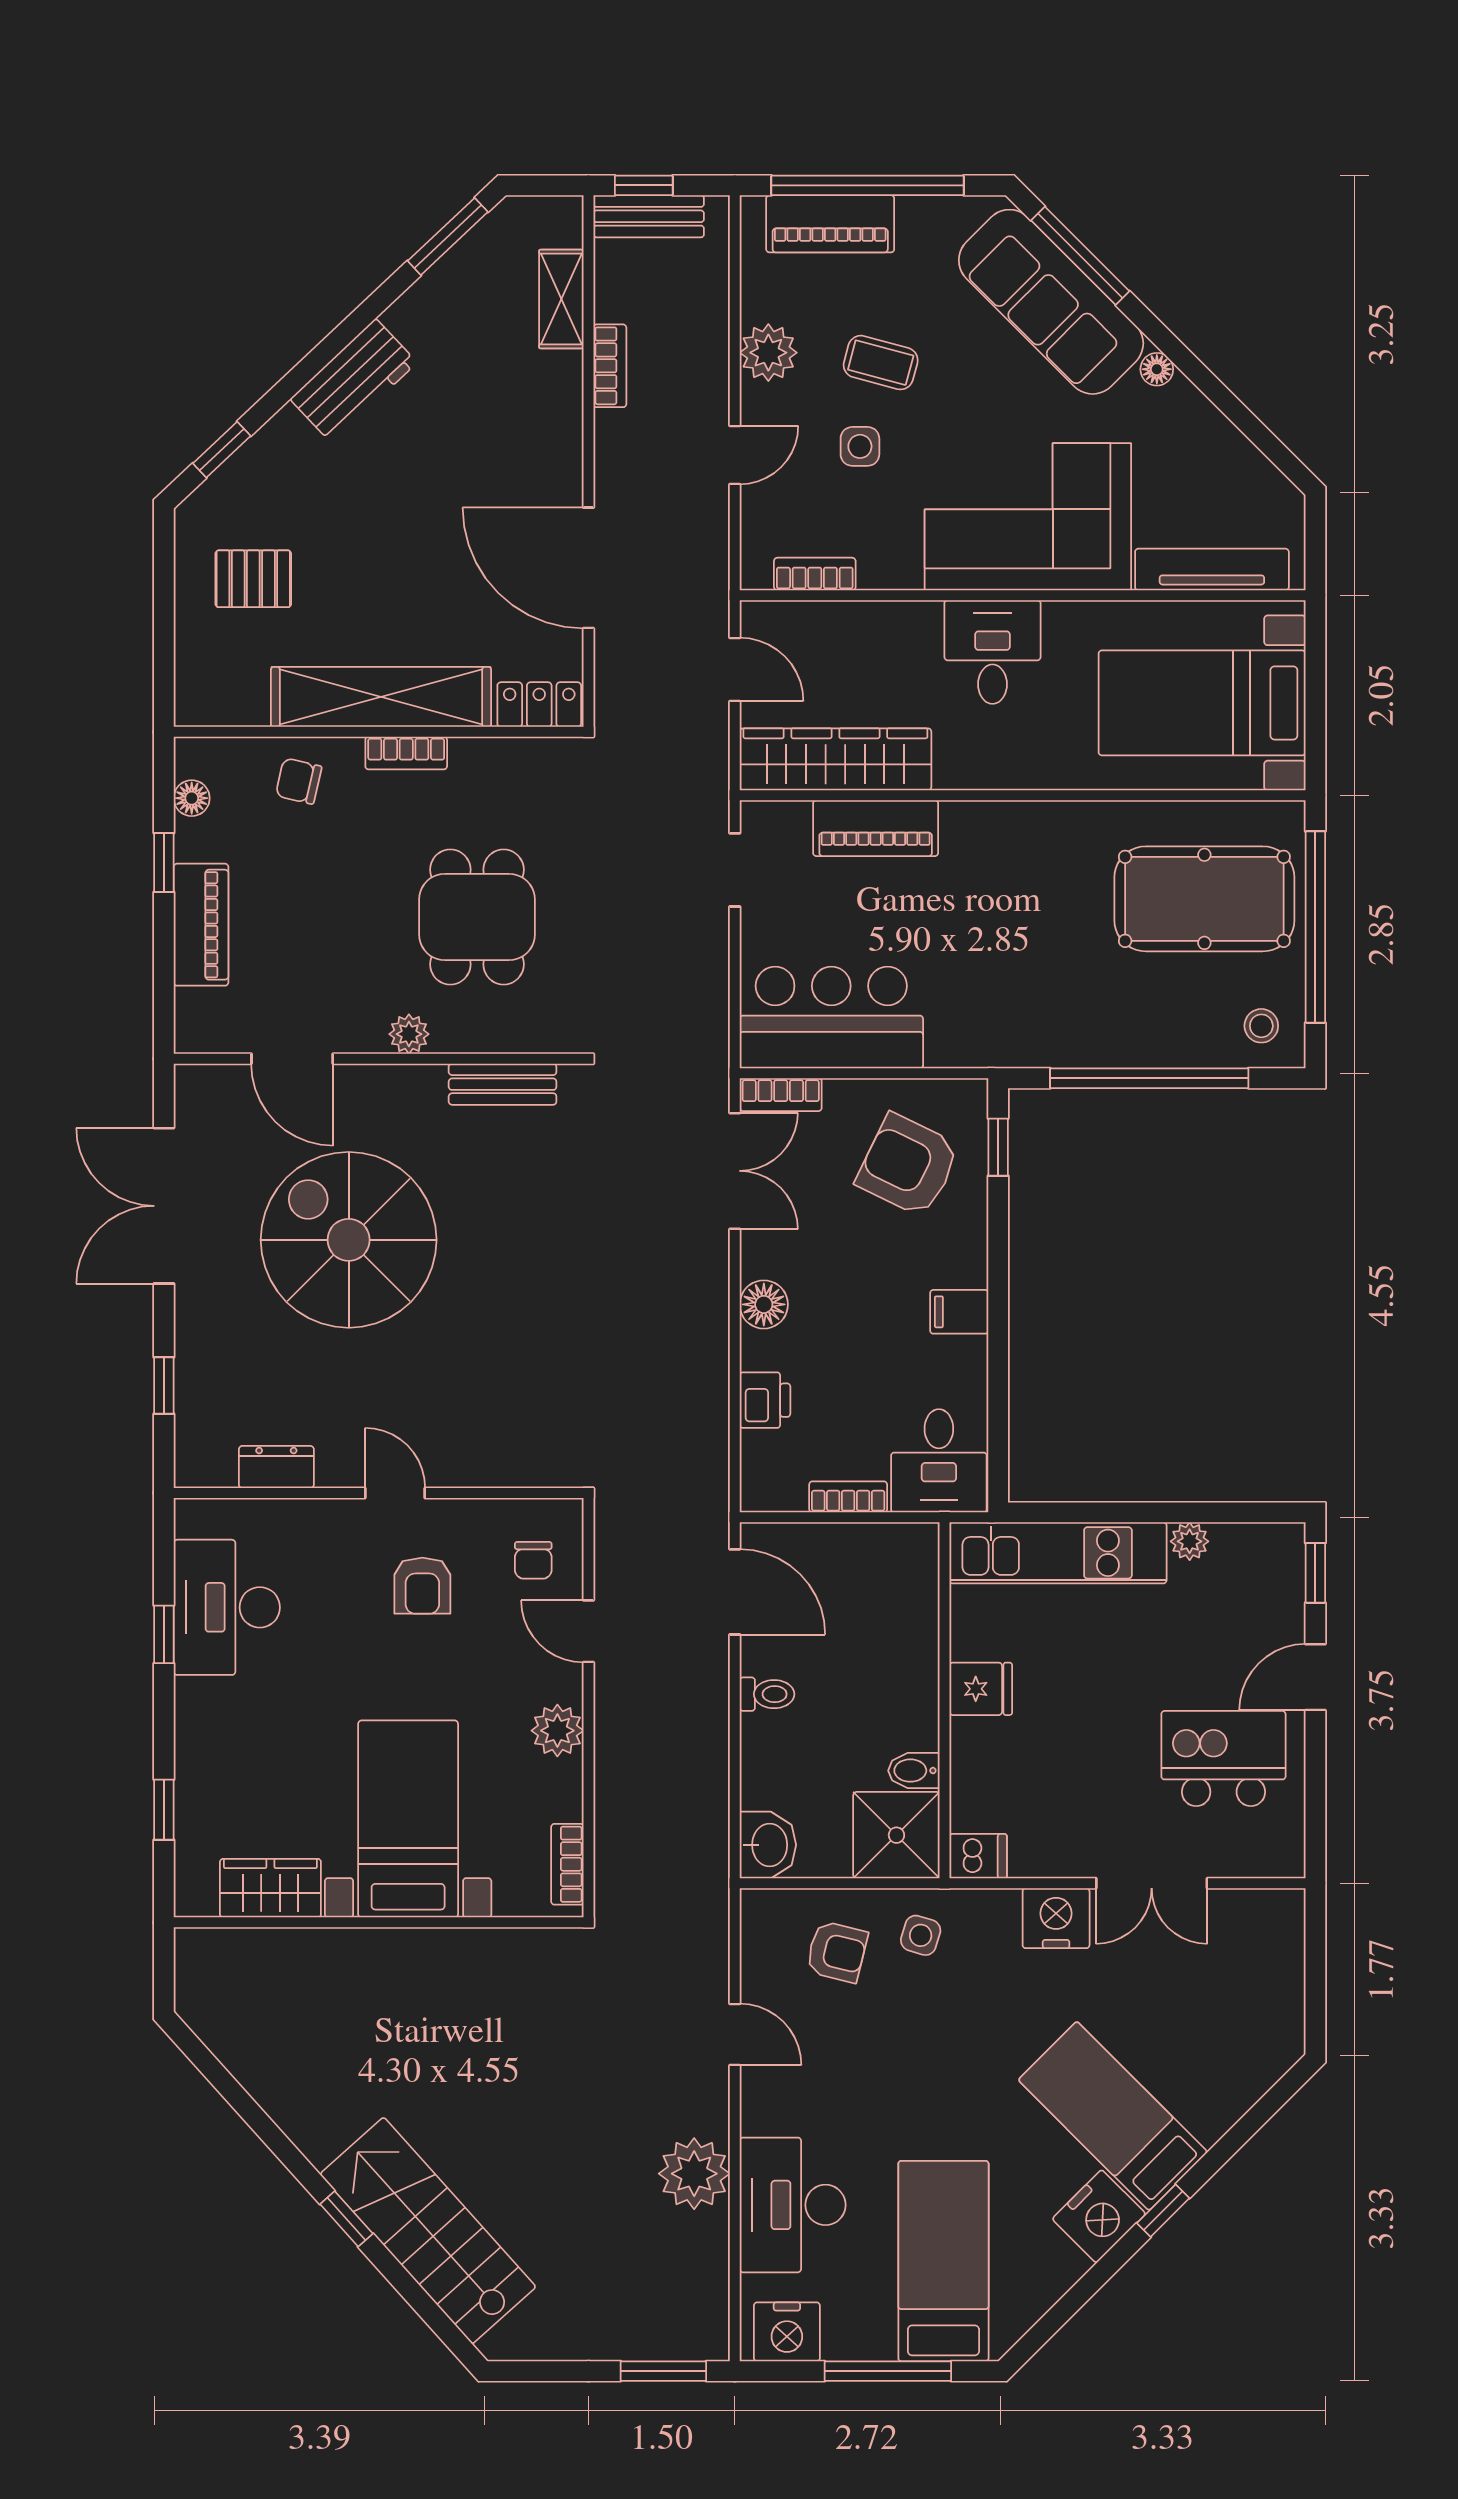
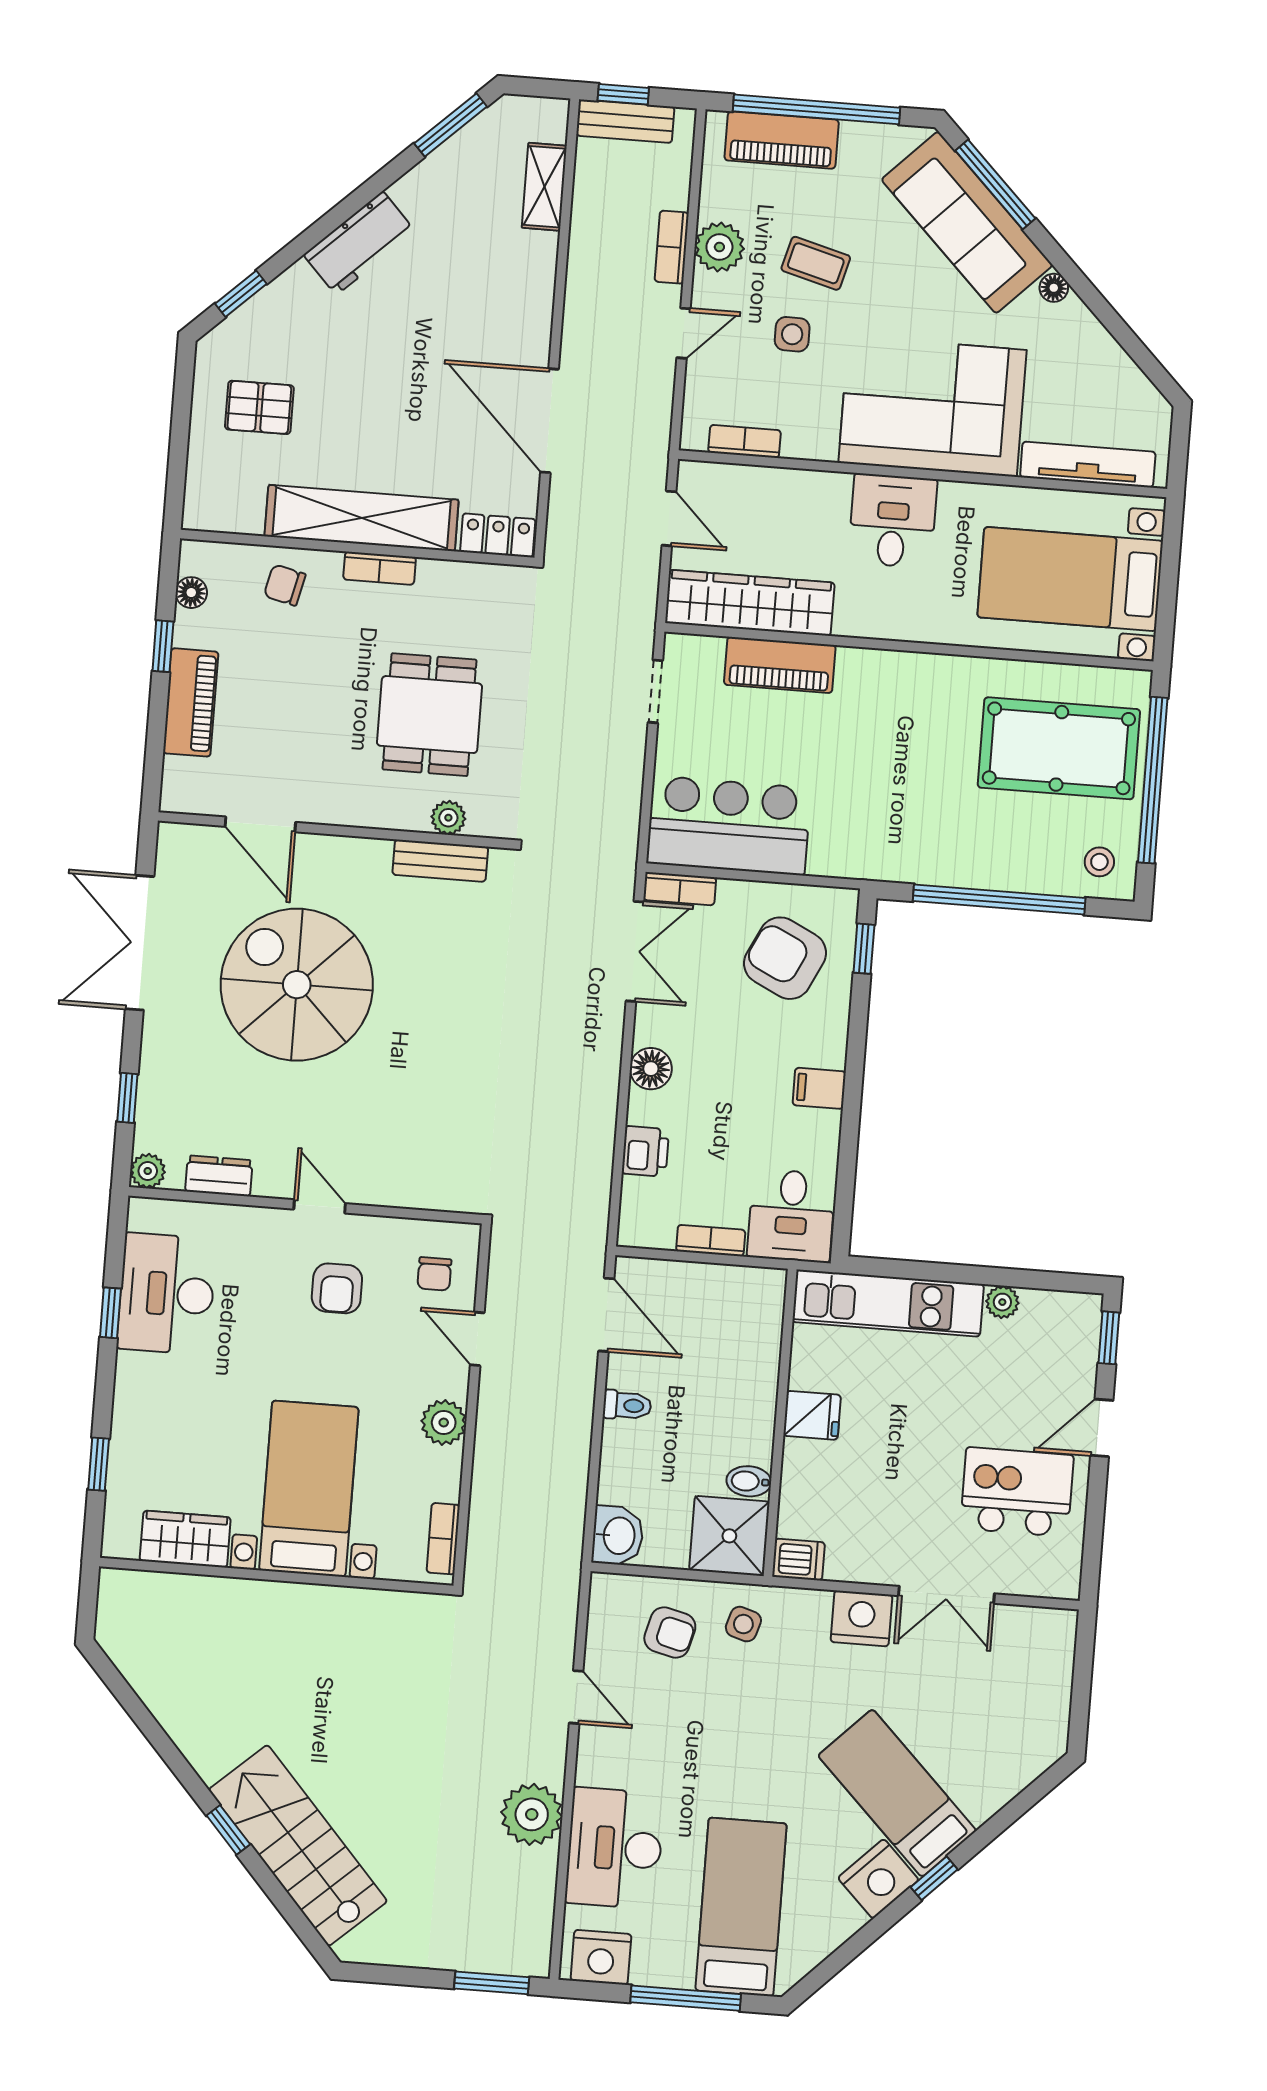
bookcase: (610, 366) -> (672, 247), moved, turned 180
plant: (409, 1034) -> (448, 818), moved
plant: (194, 1468) -> (148, 1171), added

